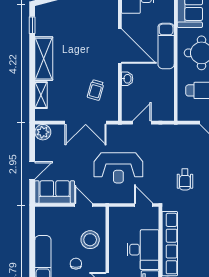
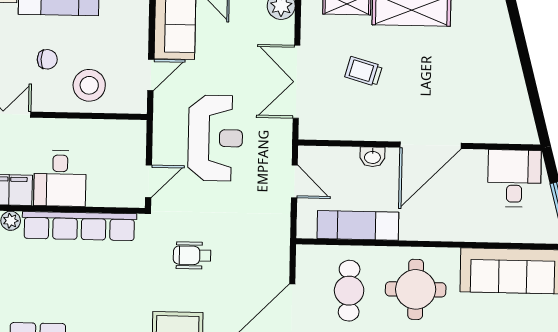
exam couch: (166, 46) -> (358, 225), moved
trolley: (96, 90) -> (364, 71), moved
reception desk: (118, 168) -> (215, 138), turned 180
desk: (143, 250) -> (60, 178), width x0.73

